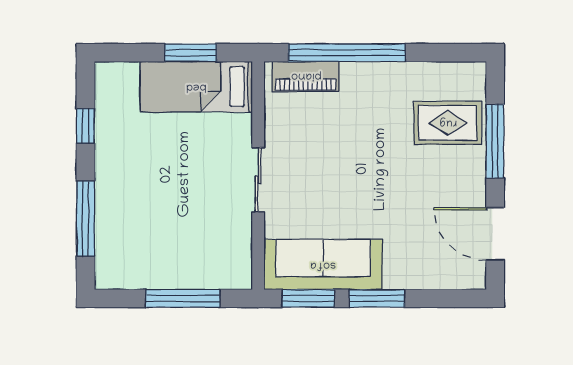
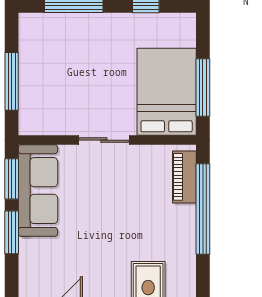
window: (191, 53) -> (203, 88), width x1.44
bed: (196, 87) -> (167, 92), width x1.50

